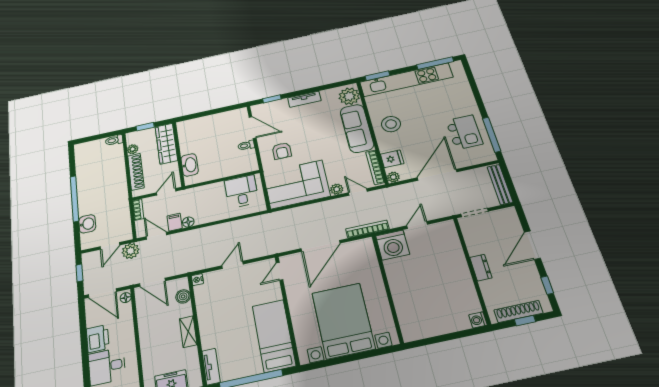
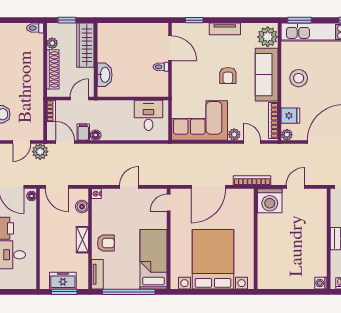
armchair: (282, 151) -> (228, 76), moved
armchair: (216, 330) -> (106, 243), added

